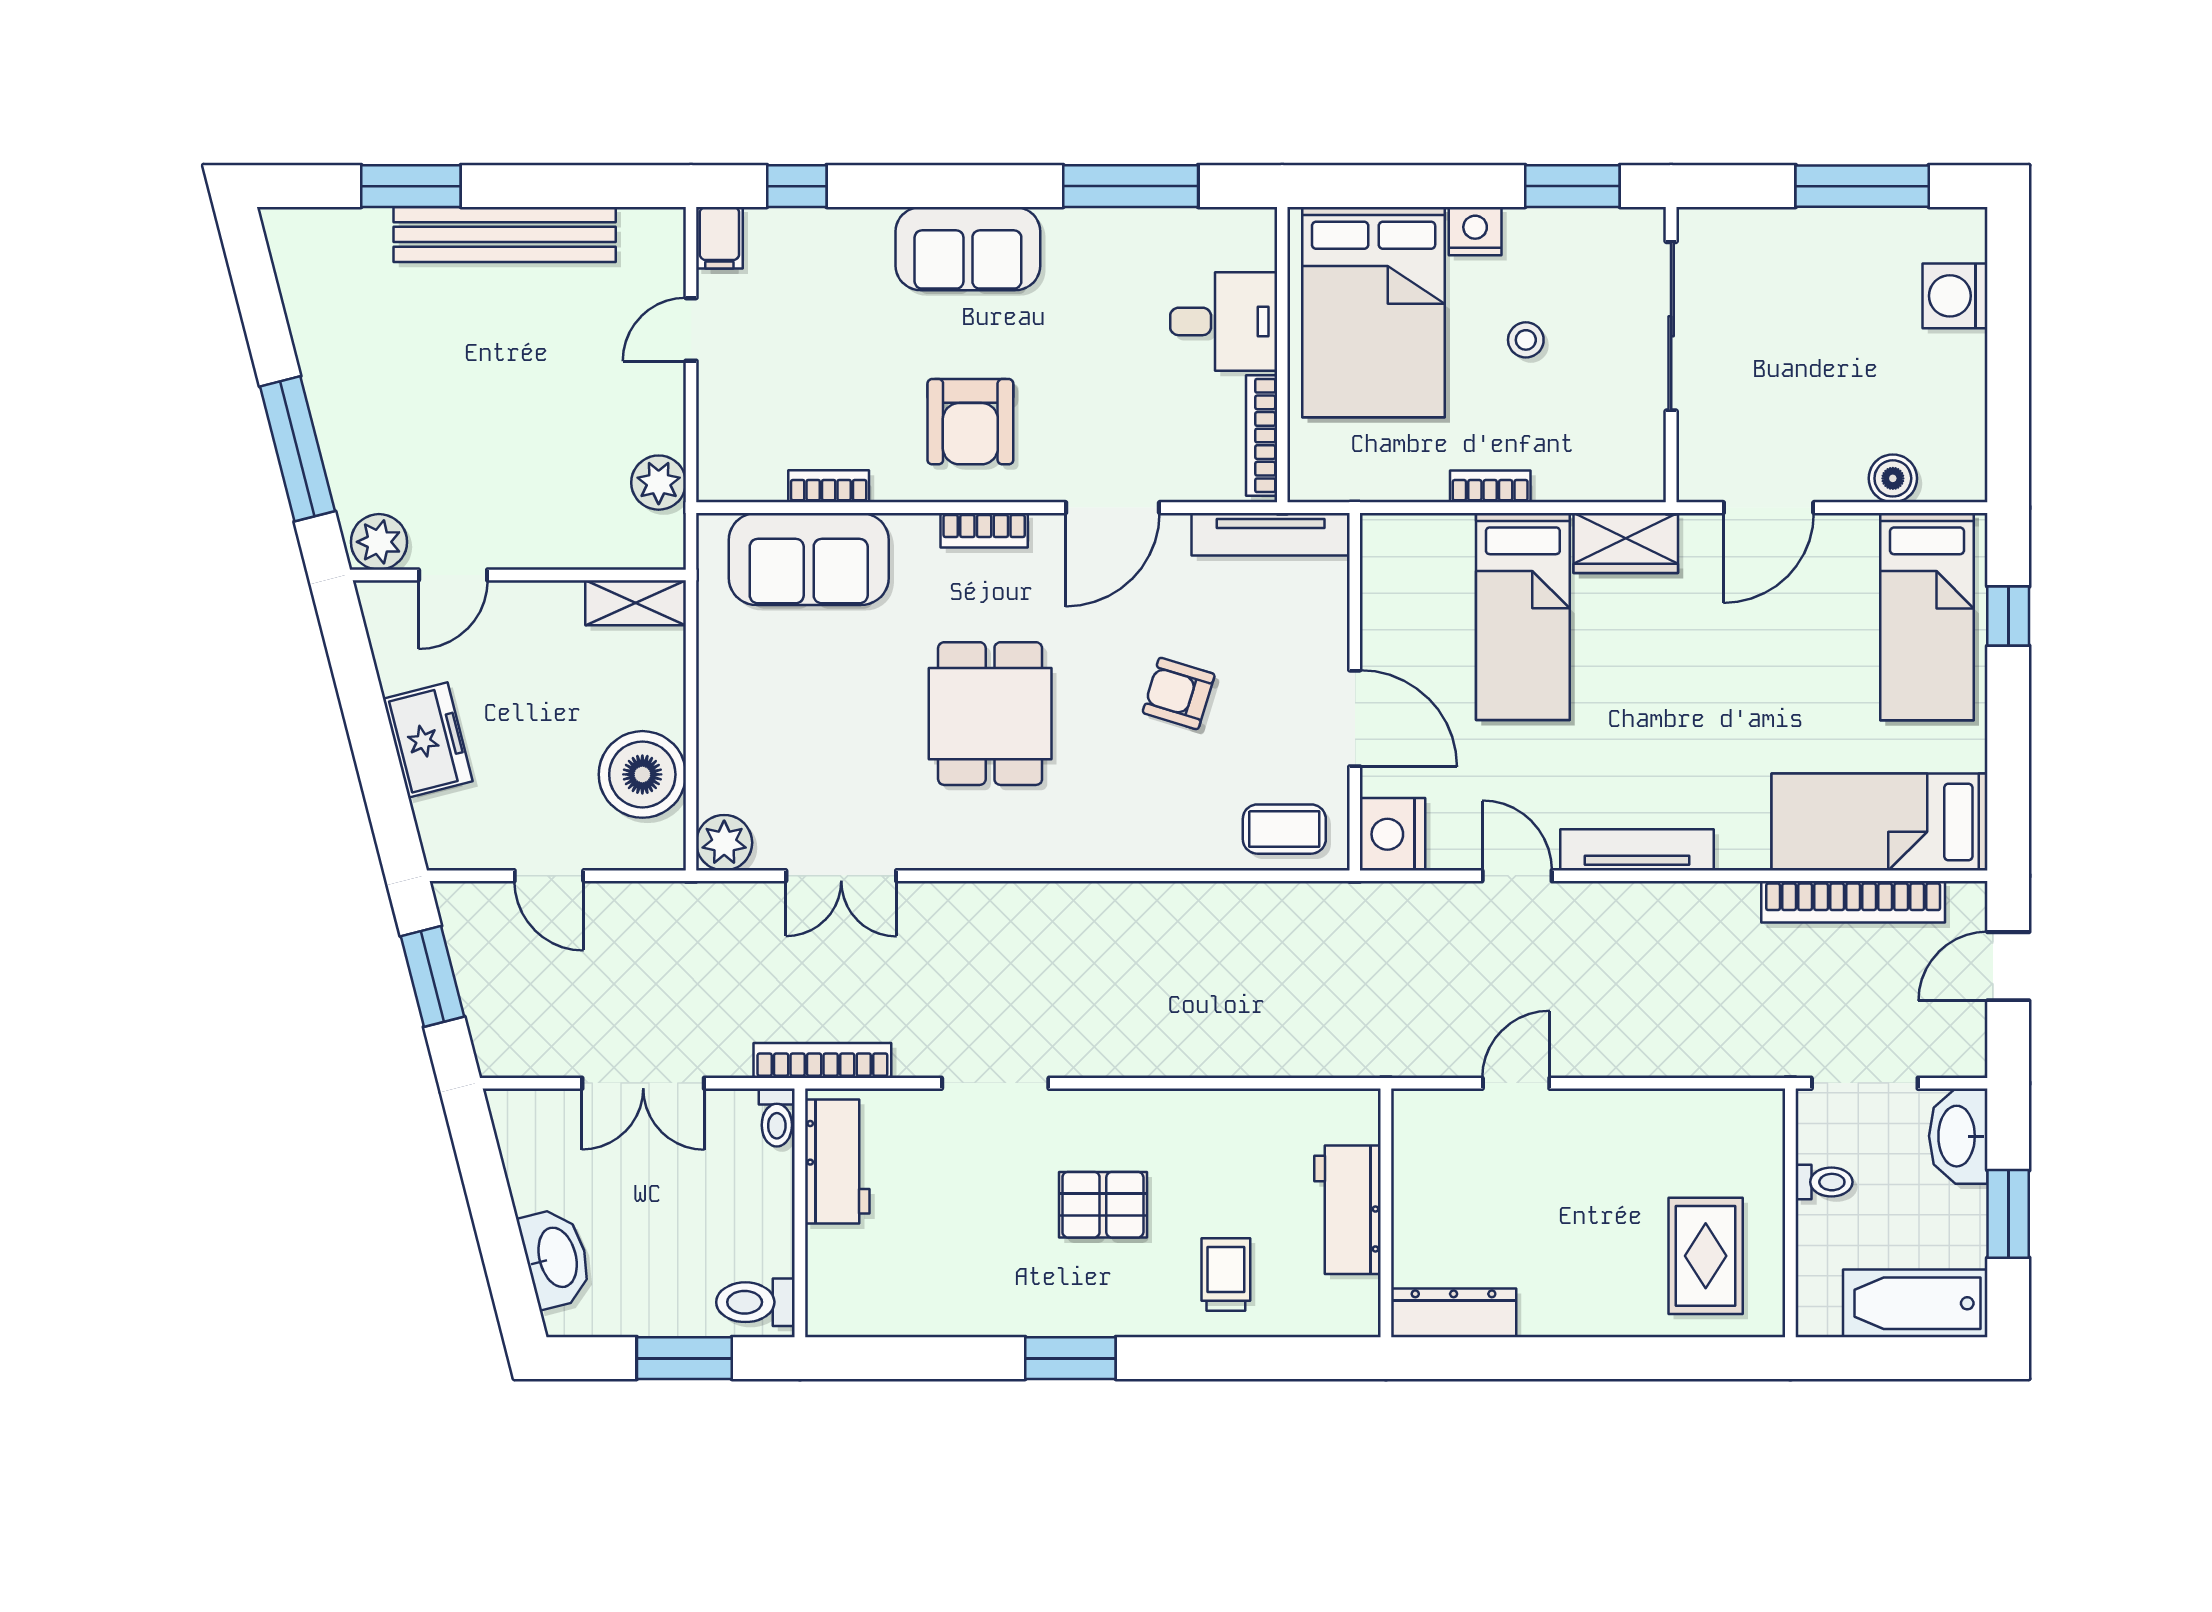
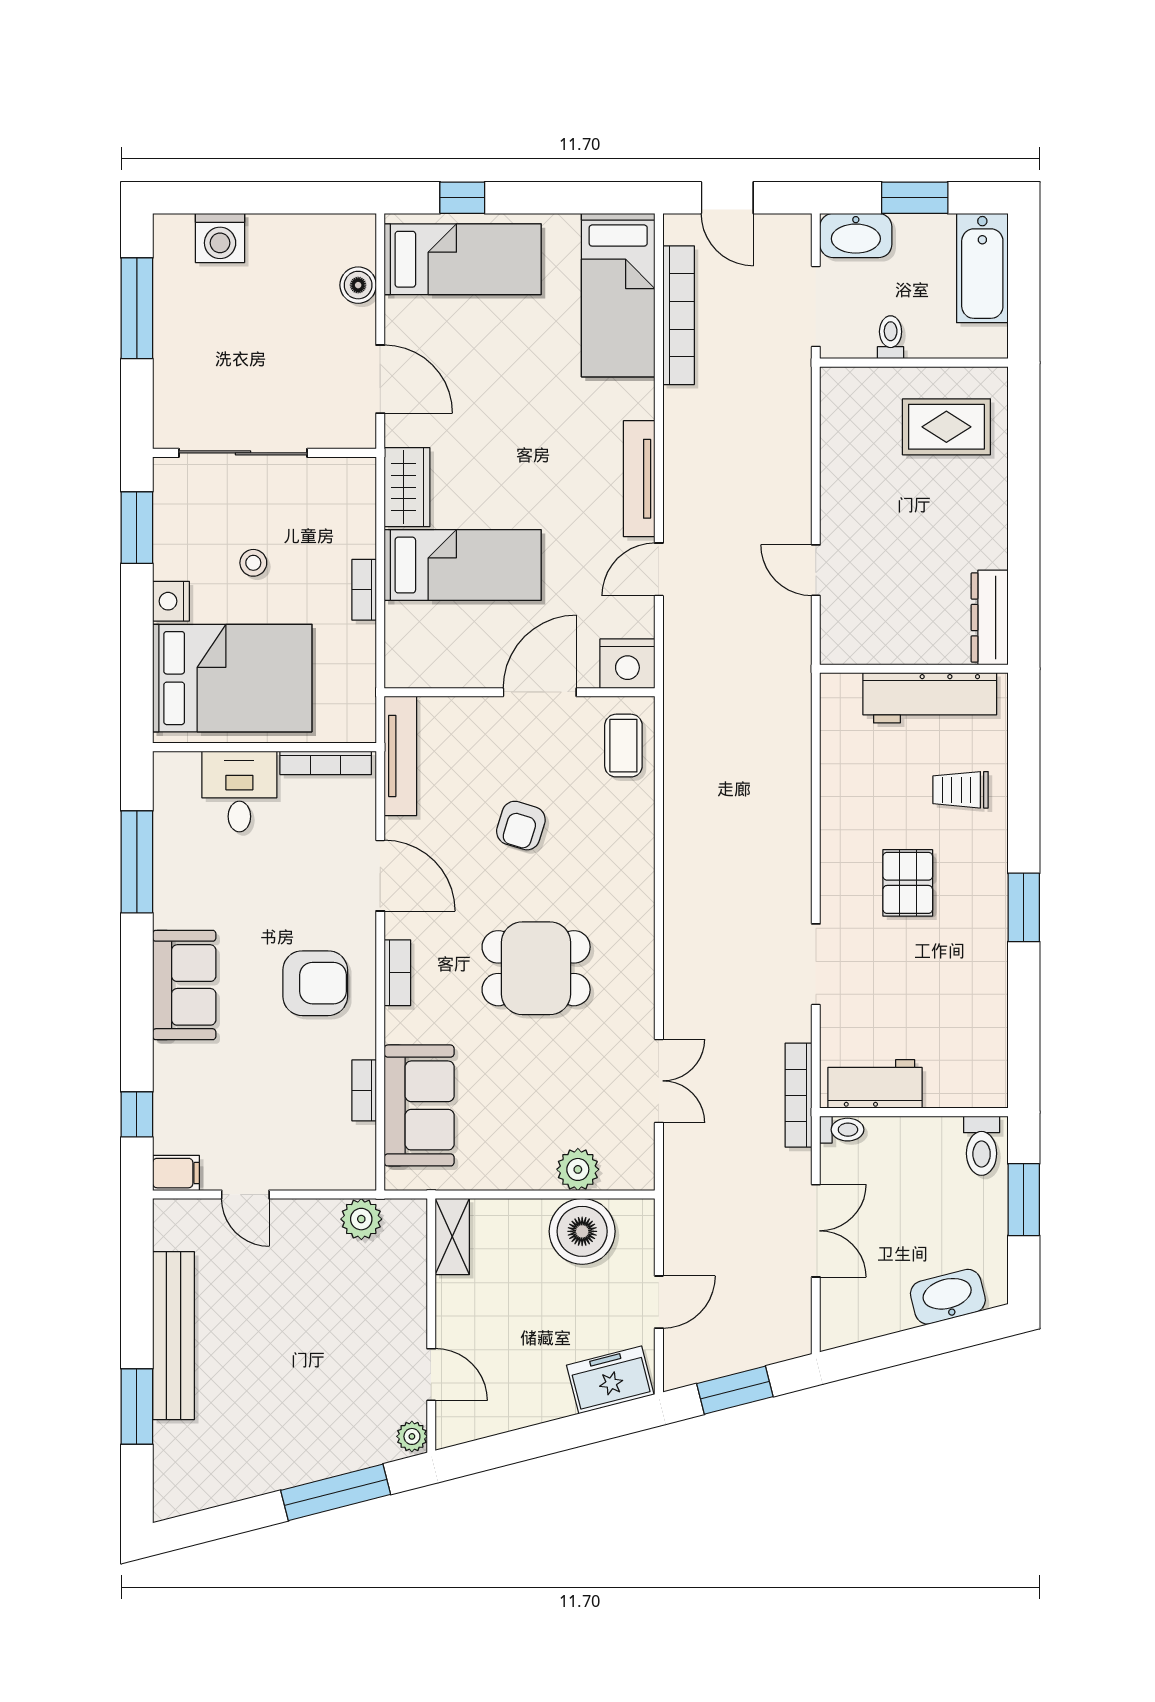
plant: (379, 542) -> (412, 1436), width x0.73, depth x0.73
freezer: (428, 740) -> (610, 1380), moved
plant: (724, 843) -> (578, 1169), moved
workbench: (1348, 1210) -> (930, 698), width x1.38

